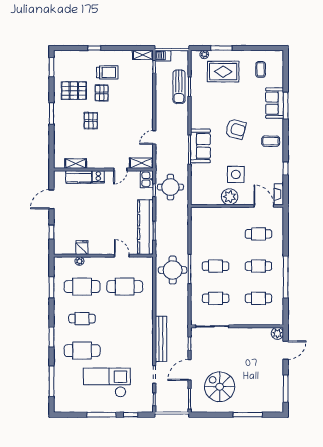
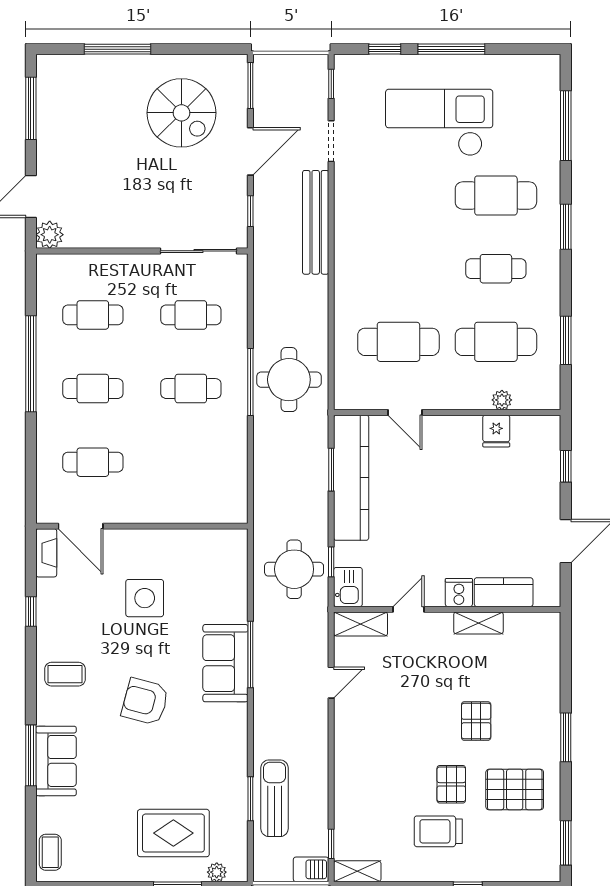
coffee table: (261, 69) -> (50, 852), moved
shelving: (76, 164) -> (478, 623), moved
plant: (230, 197) -> (159, 547), removed
checkout: (107, 383) -> (439, 123), turned 180

